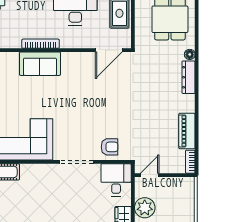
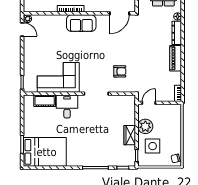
sofa: (40, 64) -> (81, 23), moved
piano: (187, 131) -> (176, 58), moved
armchair: (110, 147) -> (120, 71), moved
desk: (116, 180) -> (67, 106), moved

